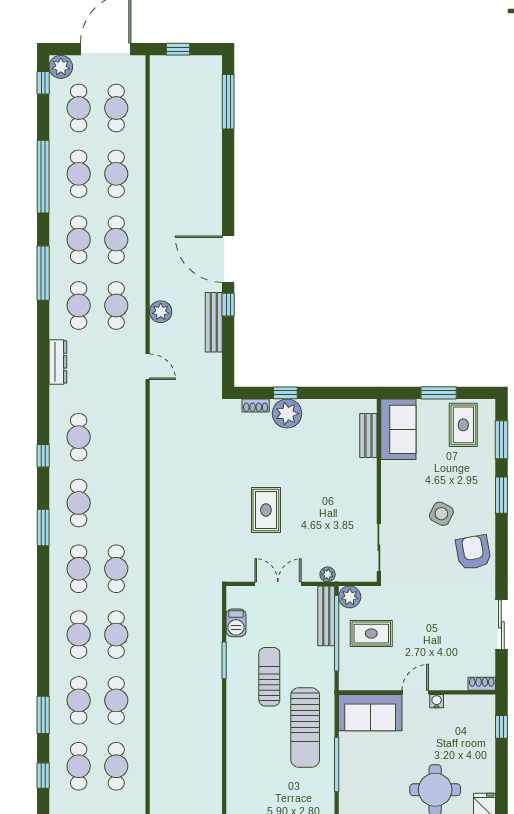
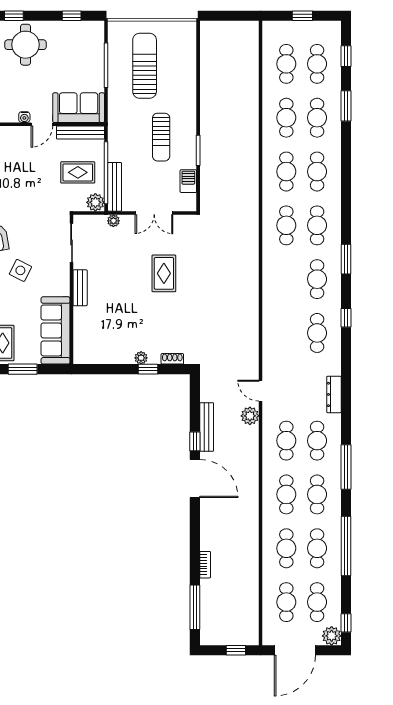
bookcase: (216, 154) -> (205, 565), added
plant: (161, 312) -> (250, 416), moved
plant: (287, 414) -> (141, 358), width x0.53, depth x0.53
sofa: (398, 429) -> (56, 330), width x1.36
bench: (368, 436) -> (80, 288), moved
bench: (368, 682) -> (81, 133), added
sun lounger: (305, 727) -> (145, 66), moved

